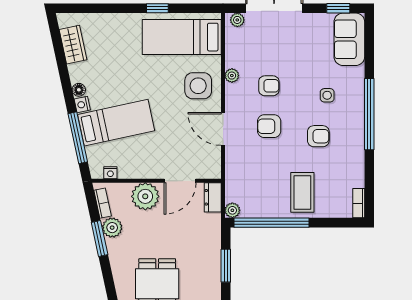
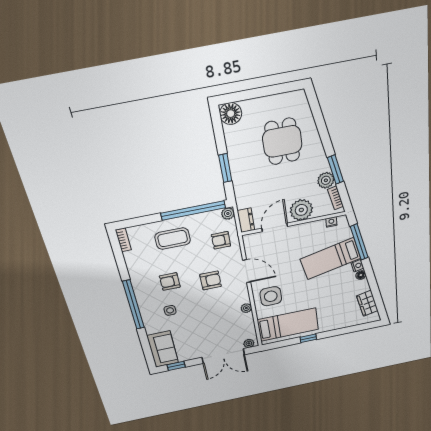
armchair: (269, 86) -> (221, 240), moved
coffee table: (302, 192) -> (173, 239), turned 90

